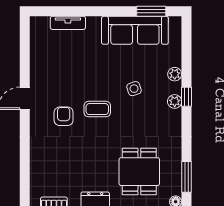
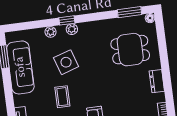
side table: (134, 89) -> (66, 62), width x1.87, depth x1.87
coffee table: (97, 109) -> (62, 97), moved

